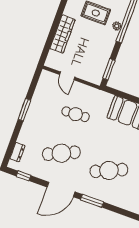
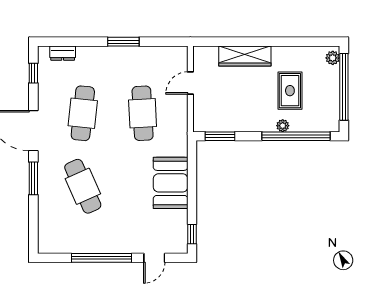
cafe table: (76, 114) -> (143, 113), width x1.37, depth x1.35
cafe table: (61, 153) -> (83, 113), turned 30

